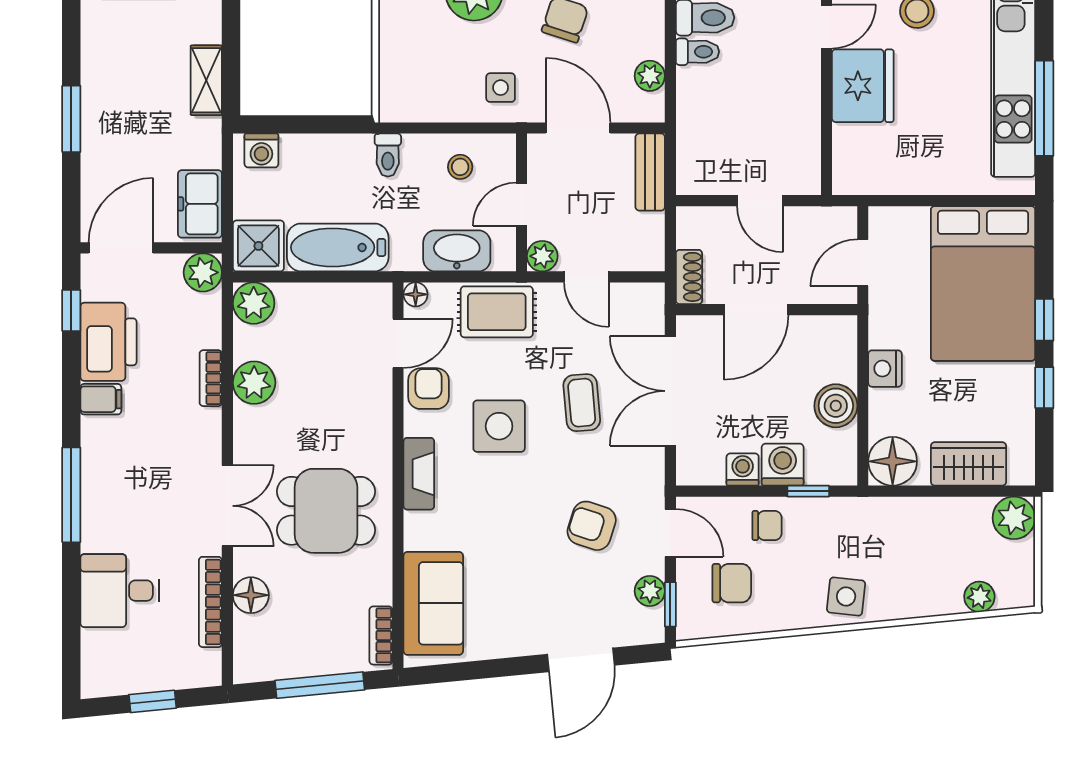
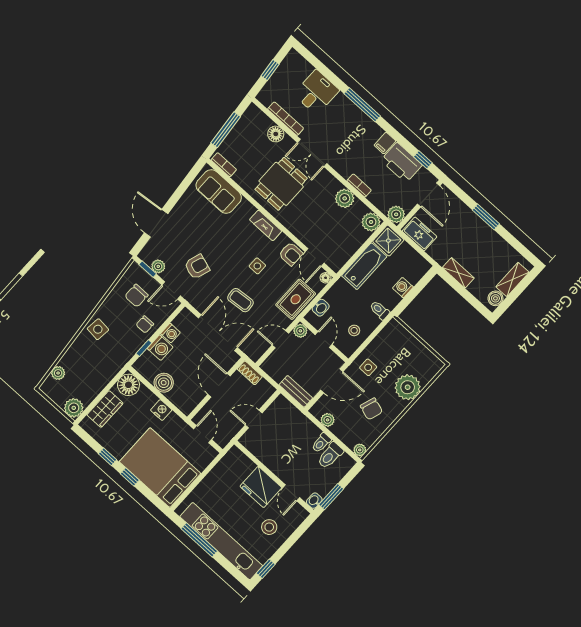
washing machine: (261, 150) -> (403, 288), moved
washbasin: (457, 251) -> (321, 308), width x0.52, depth x0.69
side table: (499, 426) -> (257, 266), width x0.54, depth x0.54

